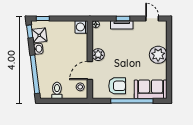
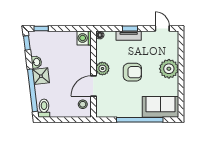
shower: (39, 35) -> (41, 76), moved
armchair: (117, 86) -> (132, 72), moved
toilet: (57, 90) -> (44, 108), moved

